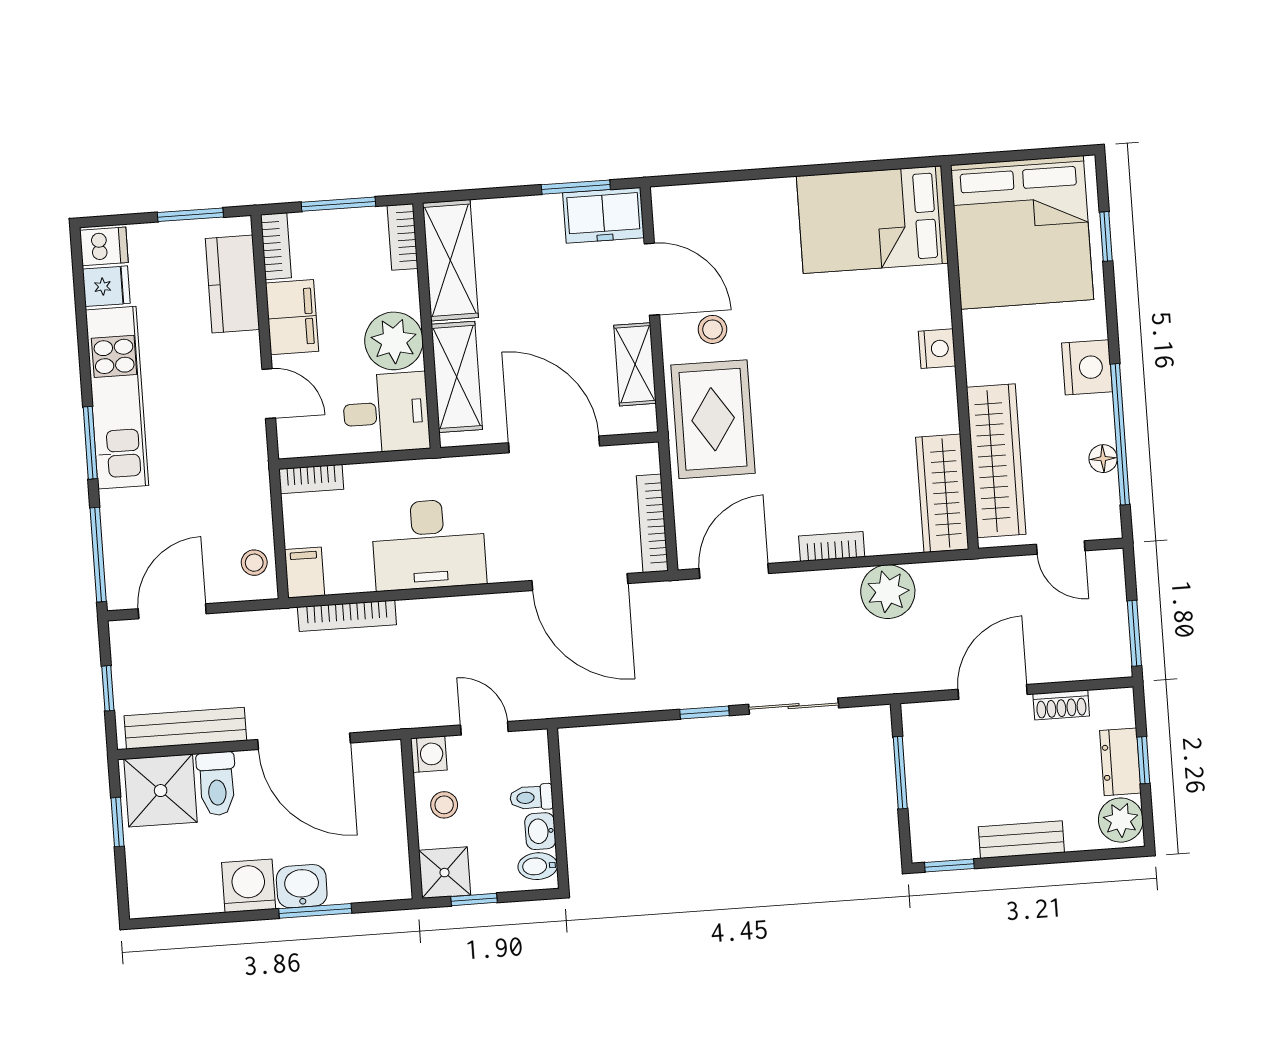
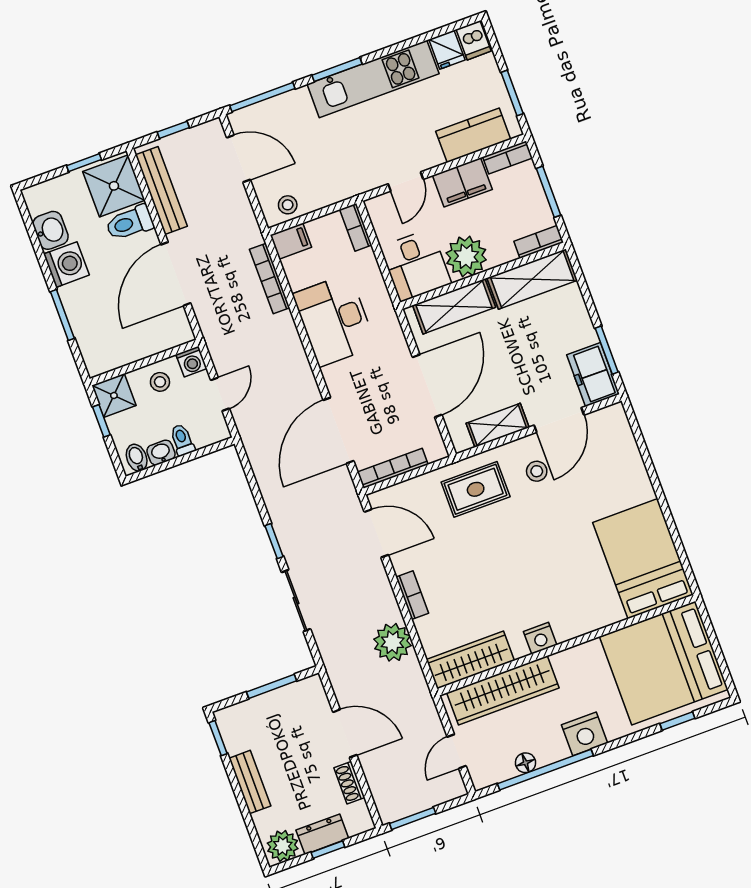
nightstand: (937, 349) -> (540, 638), moved
rug: (713, 419) -> (476, 489), width x0.73, depth x0.70
washbasin: (302, 886) -> (51, 230), moved

